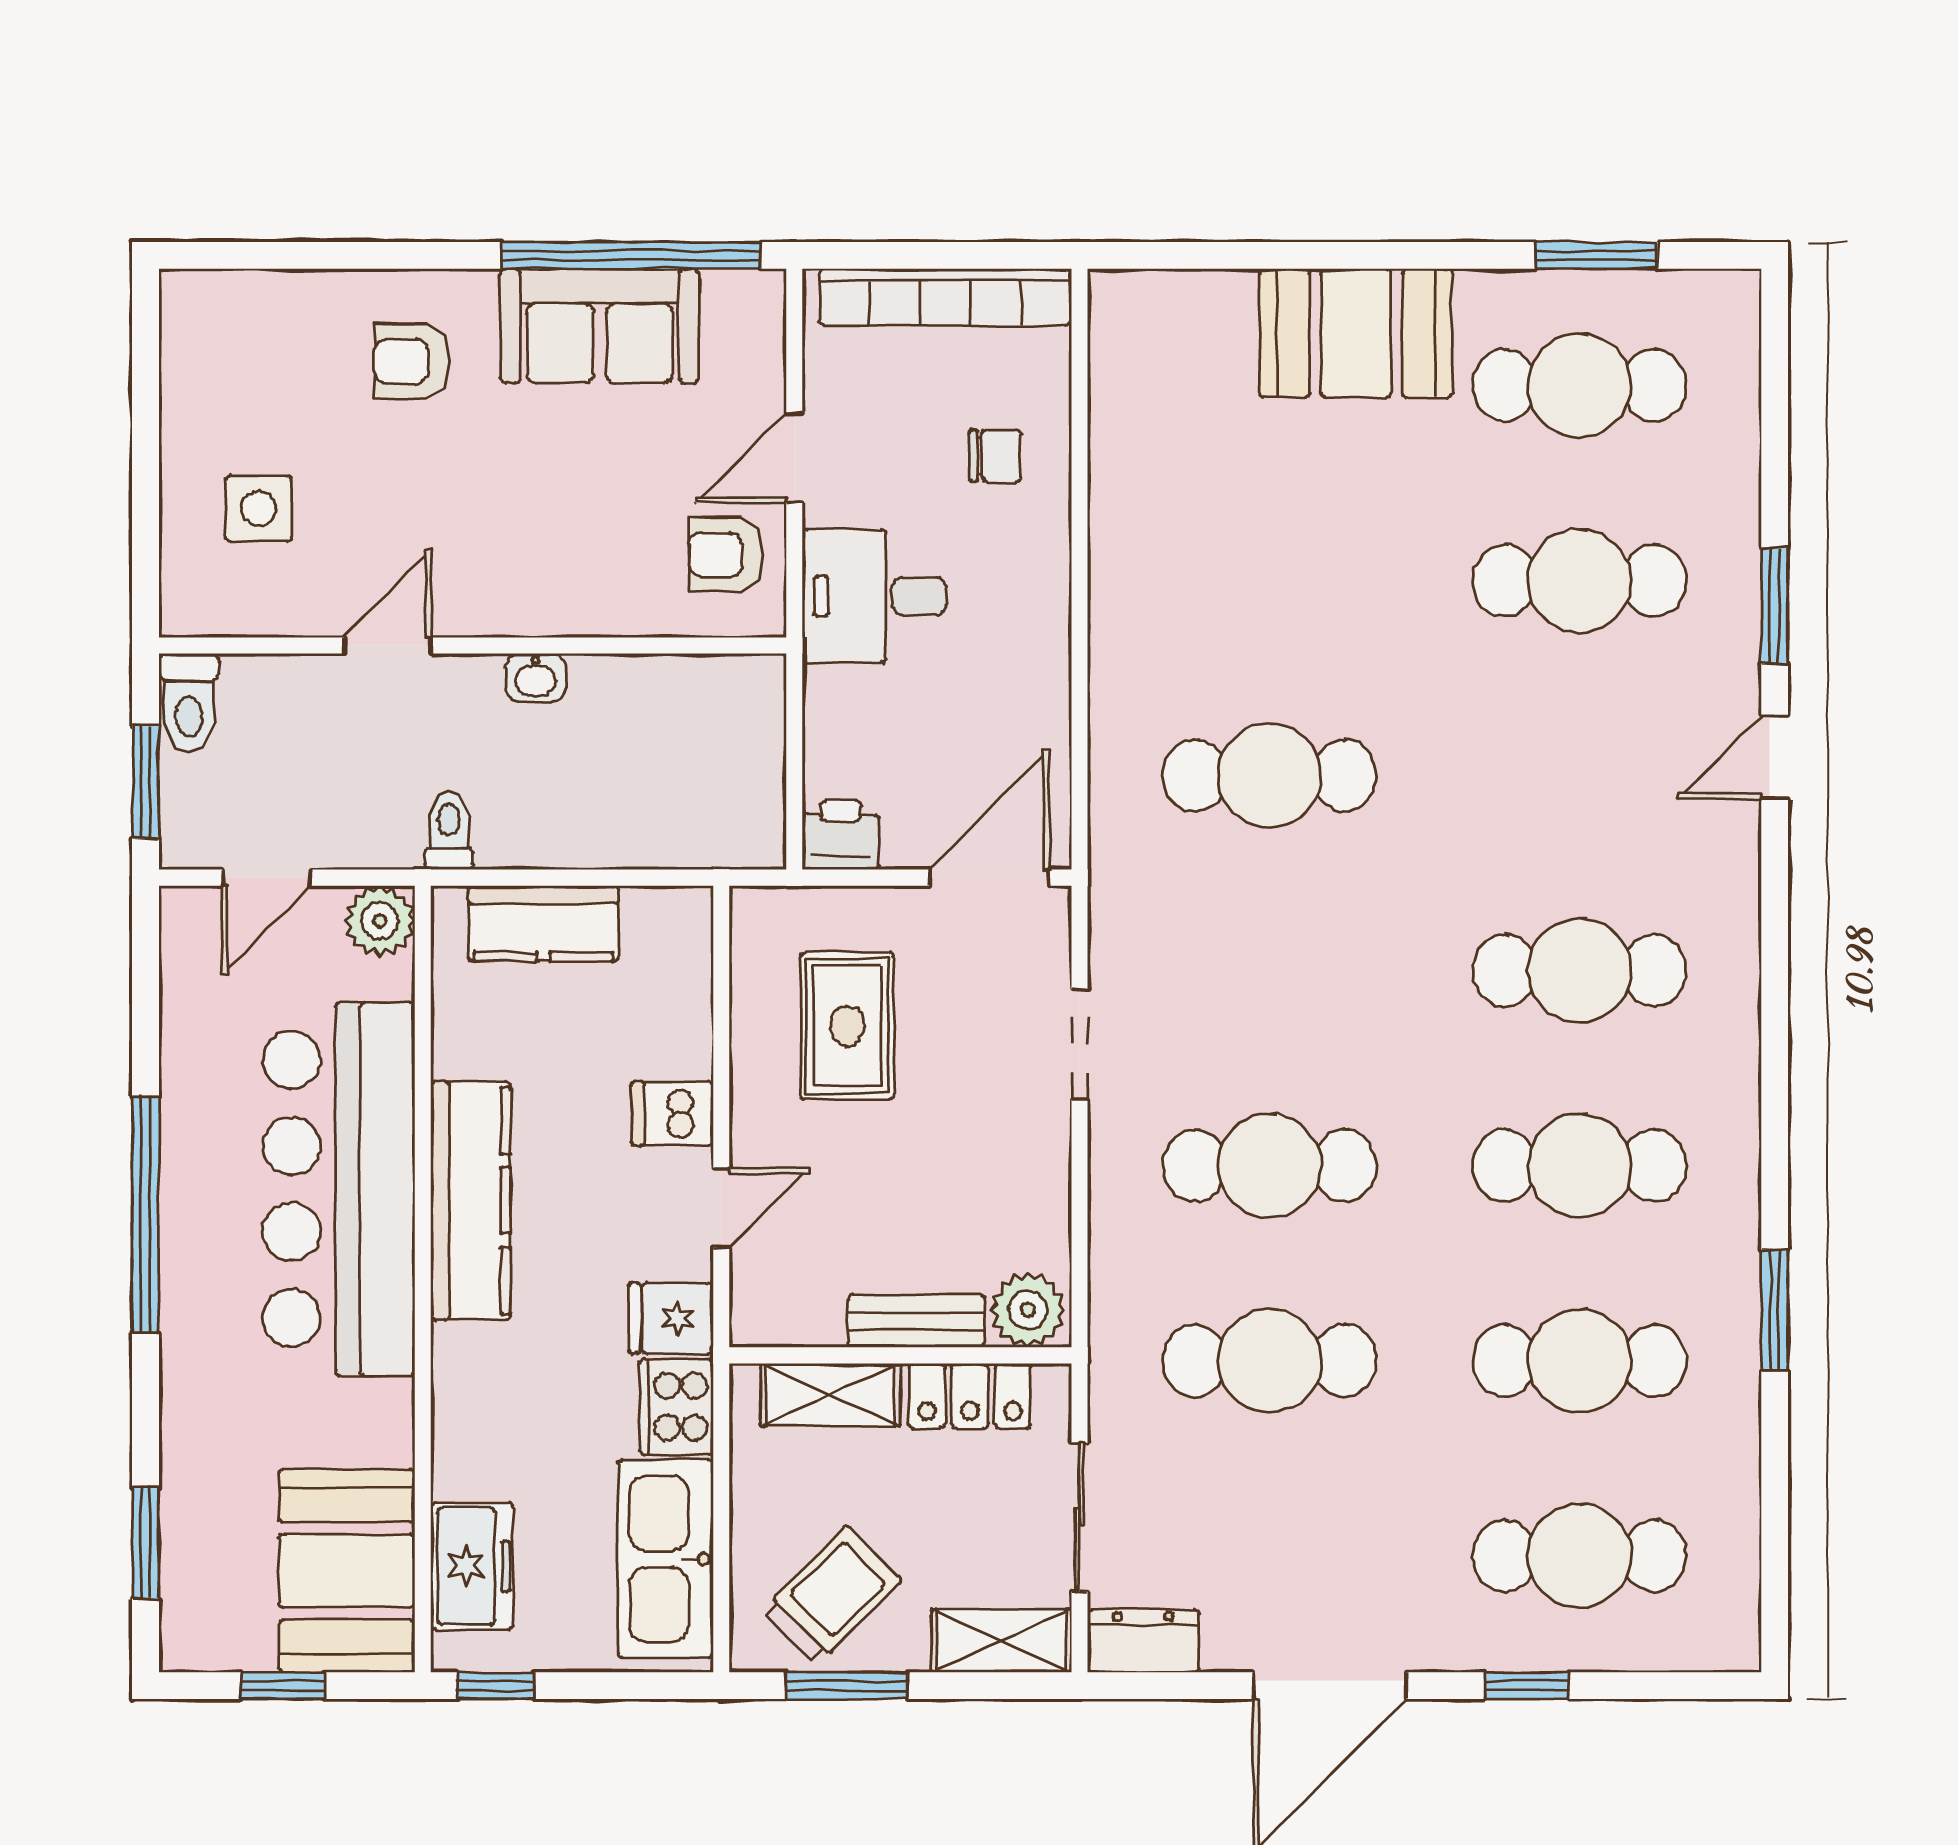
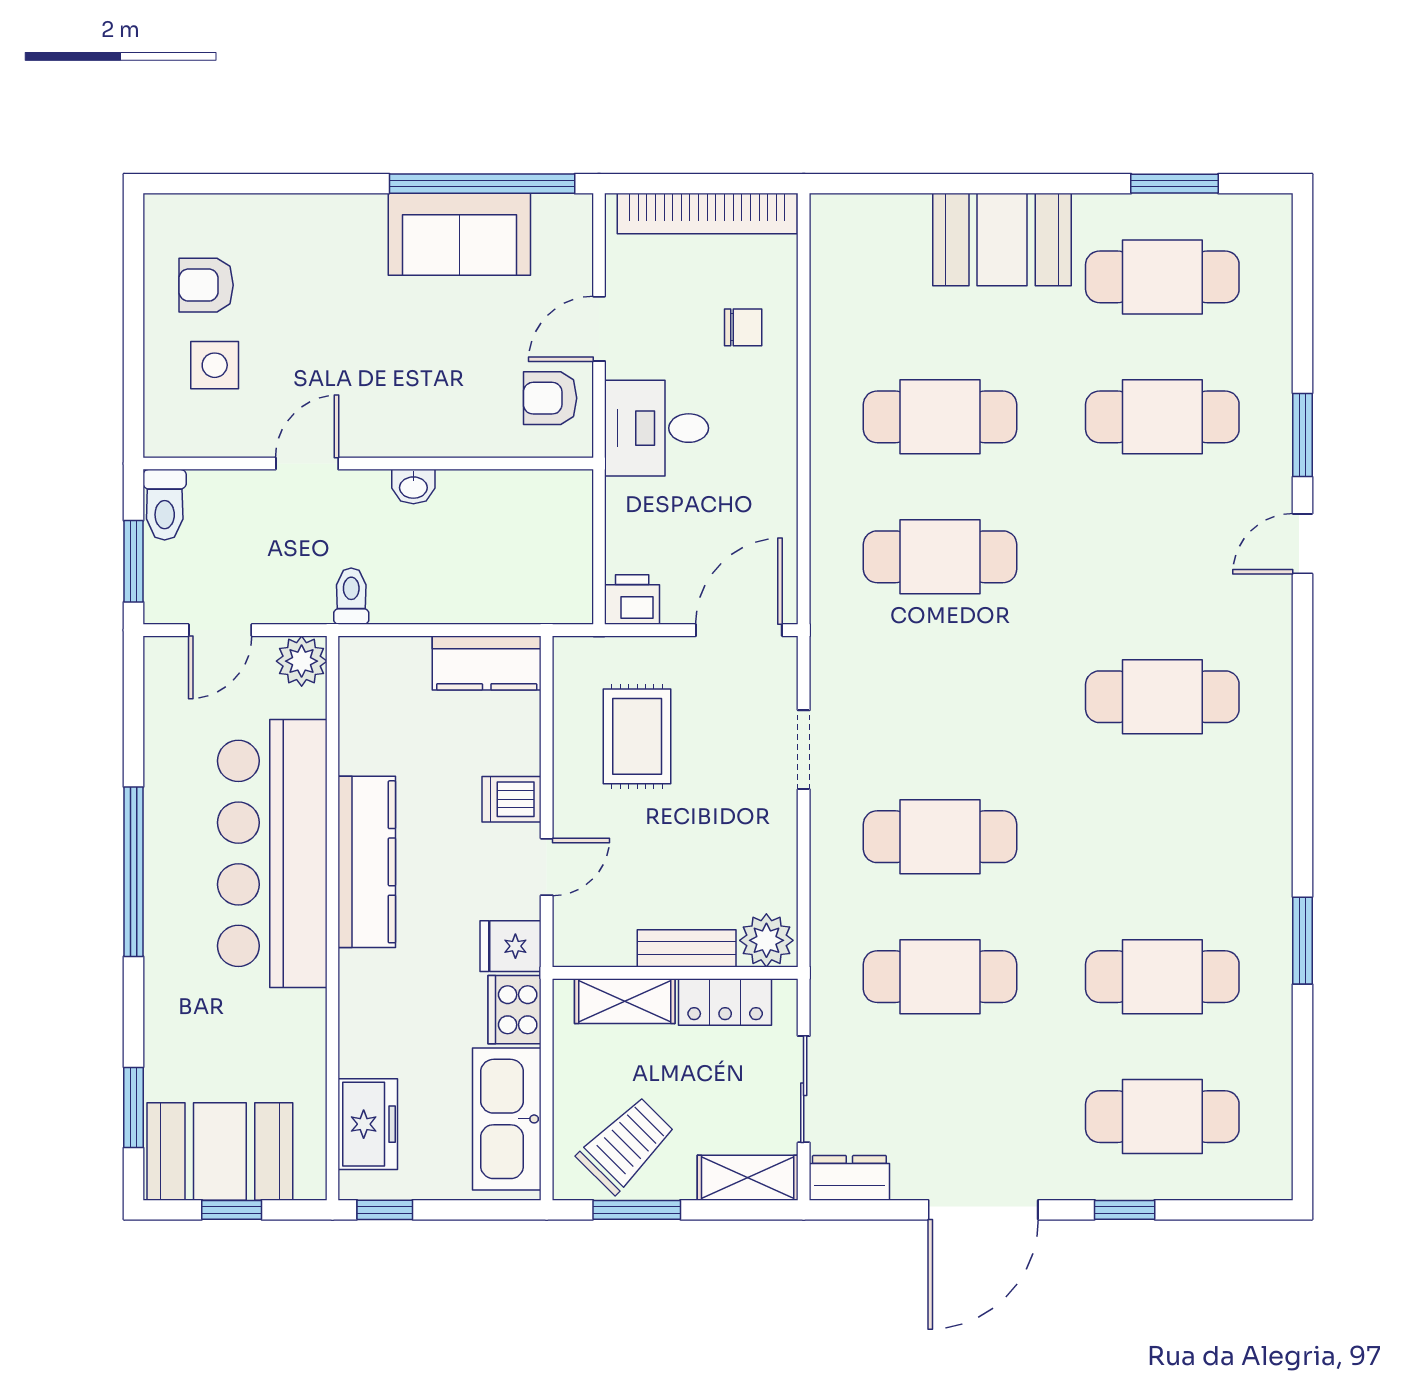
armchair: (412, 361) -> (206, 285), moved
kitchen counter: (543, 923) -> (487, 663), moved
cafe table: (1579, 1166) -> (940, 417), moved
booth: (347, 1571) -> (220, 1151), moved, turned 90

